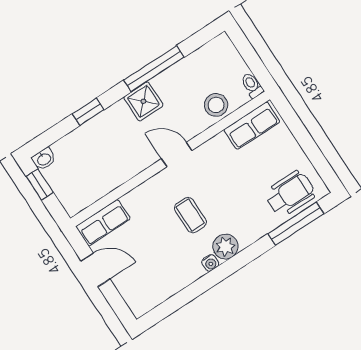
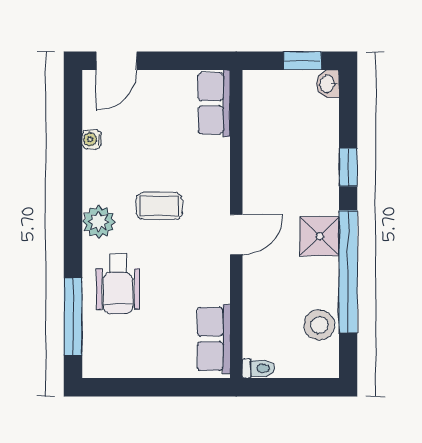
window: (154, 69) -> (348, 272), width x1.46
stool: (216, 105) -> (319, 325), moved
wheelchair: (290, 194) -> (118, 284), moved
water cooler: (210, 263) -> (92, 139), moved
door: (96, 270) -> (116, 61), moved

